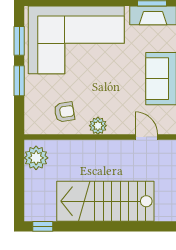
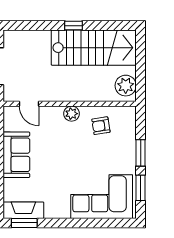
corner sofa: (76, 40) -> (102, 197), width x0.73, depth x0.74
stairs: (105, 201) -> (94, 48), moved
window: (43, 226) -> (73, 26), moved

